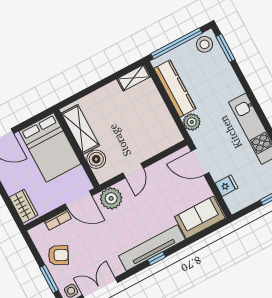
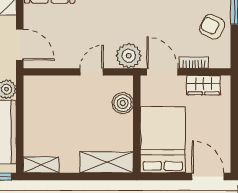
shelving: (80, 129) -> (107, 162), moved, turned 90
wardrobe: (24, 206) -> (203, 85), moved, turned -90

